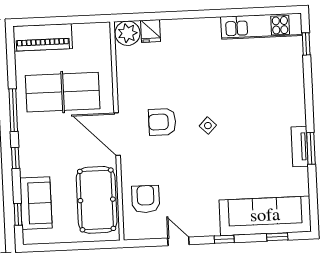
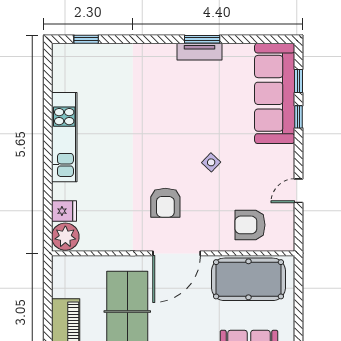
kitchen unit: (262, 26) -> (64, 137), moved
side table: (208, 126) -> (211, 162), moved
window: (224, 239) -> (299, 117), moved

